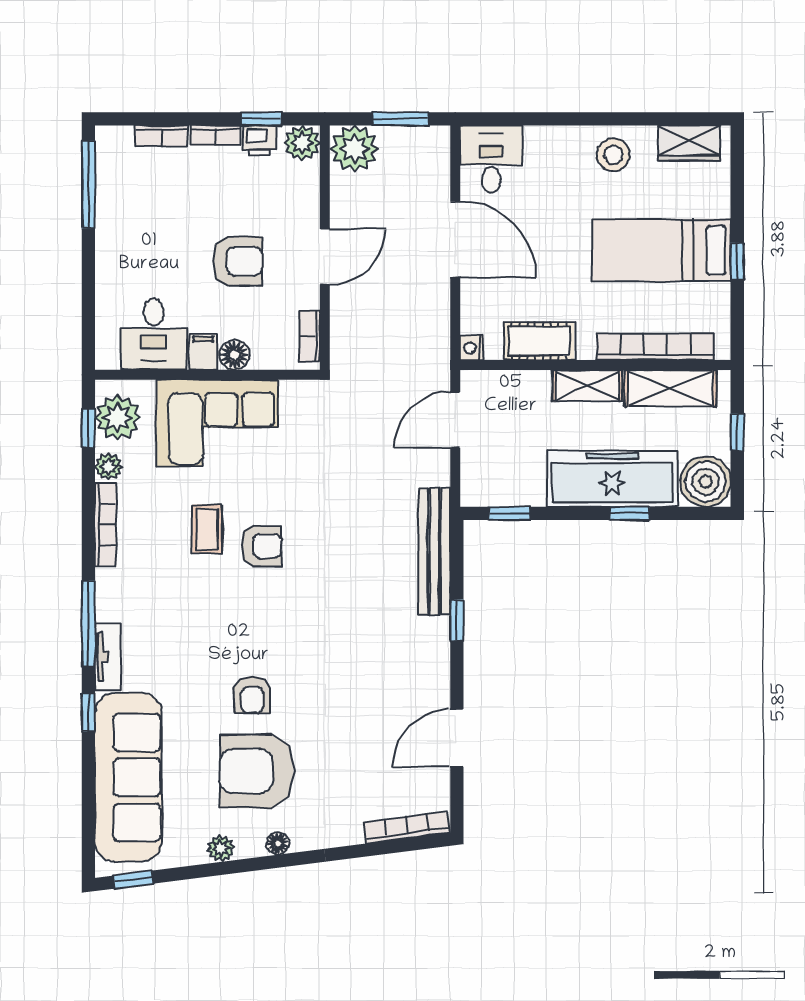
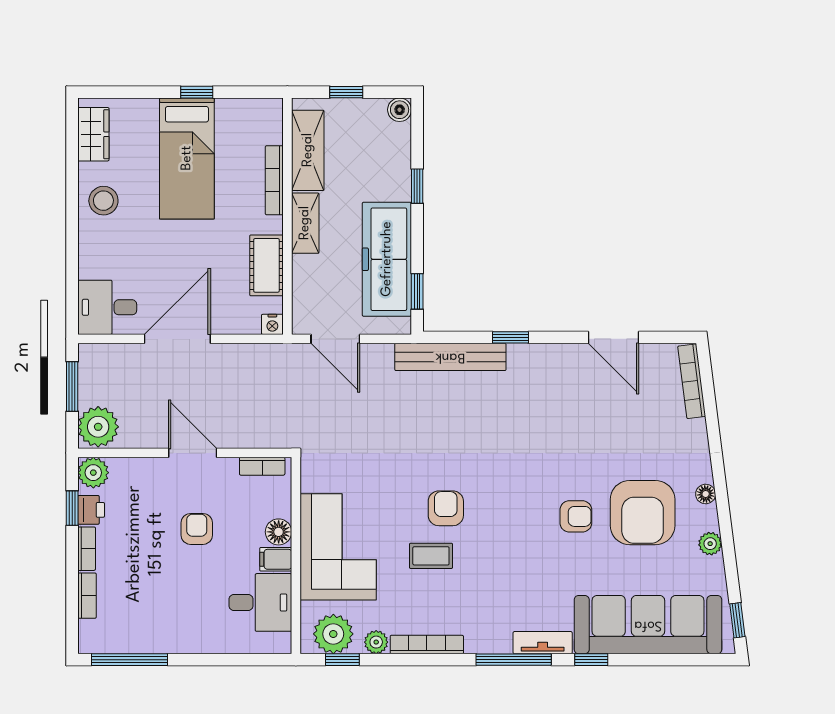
armchair: (238, 261) -> (197, 529), width x0.72, depth x0.72
bookcase: (656, 347) -> (274, 180), width x0.68, depth x0.76
freezer: (612, 479) -> (387, 259), moved
boiler: (705, 482) -> (400, 110), width x0.54, depth x0.54

